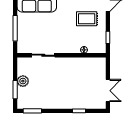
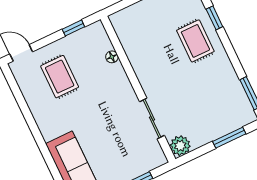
plant: (23, 81) -> (180, 146), moved
rug: (72, 96) -> (195, 41), added

